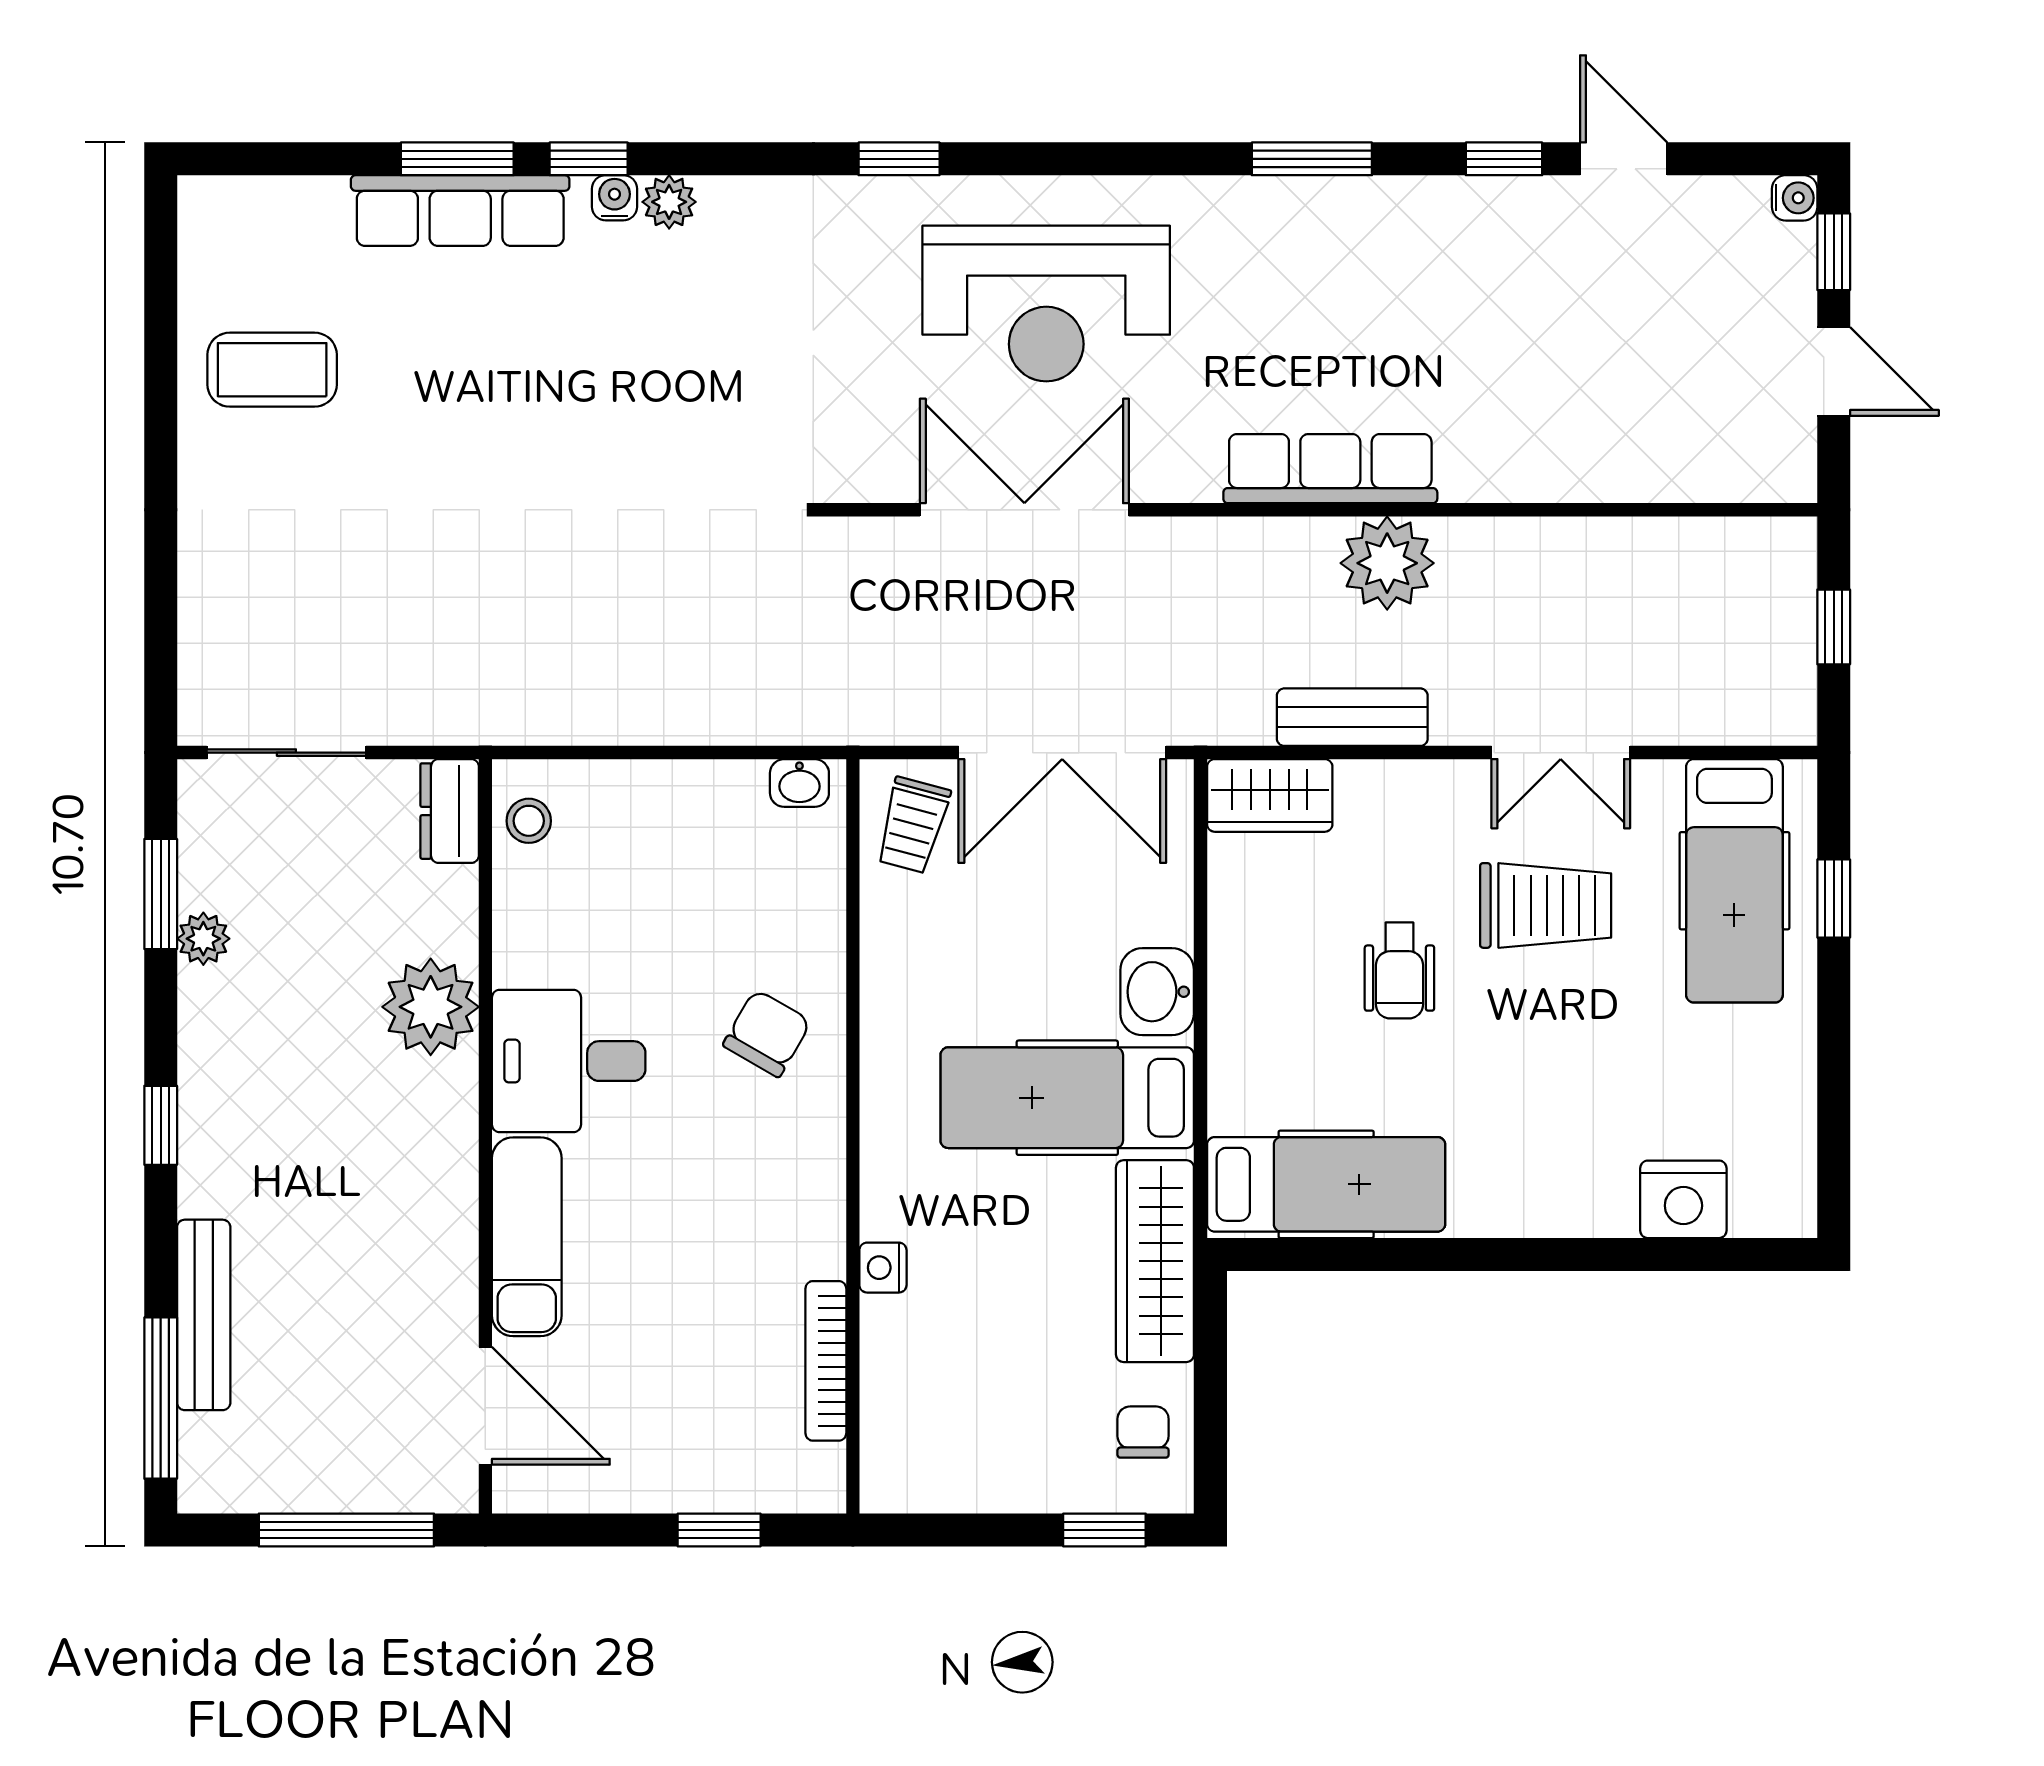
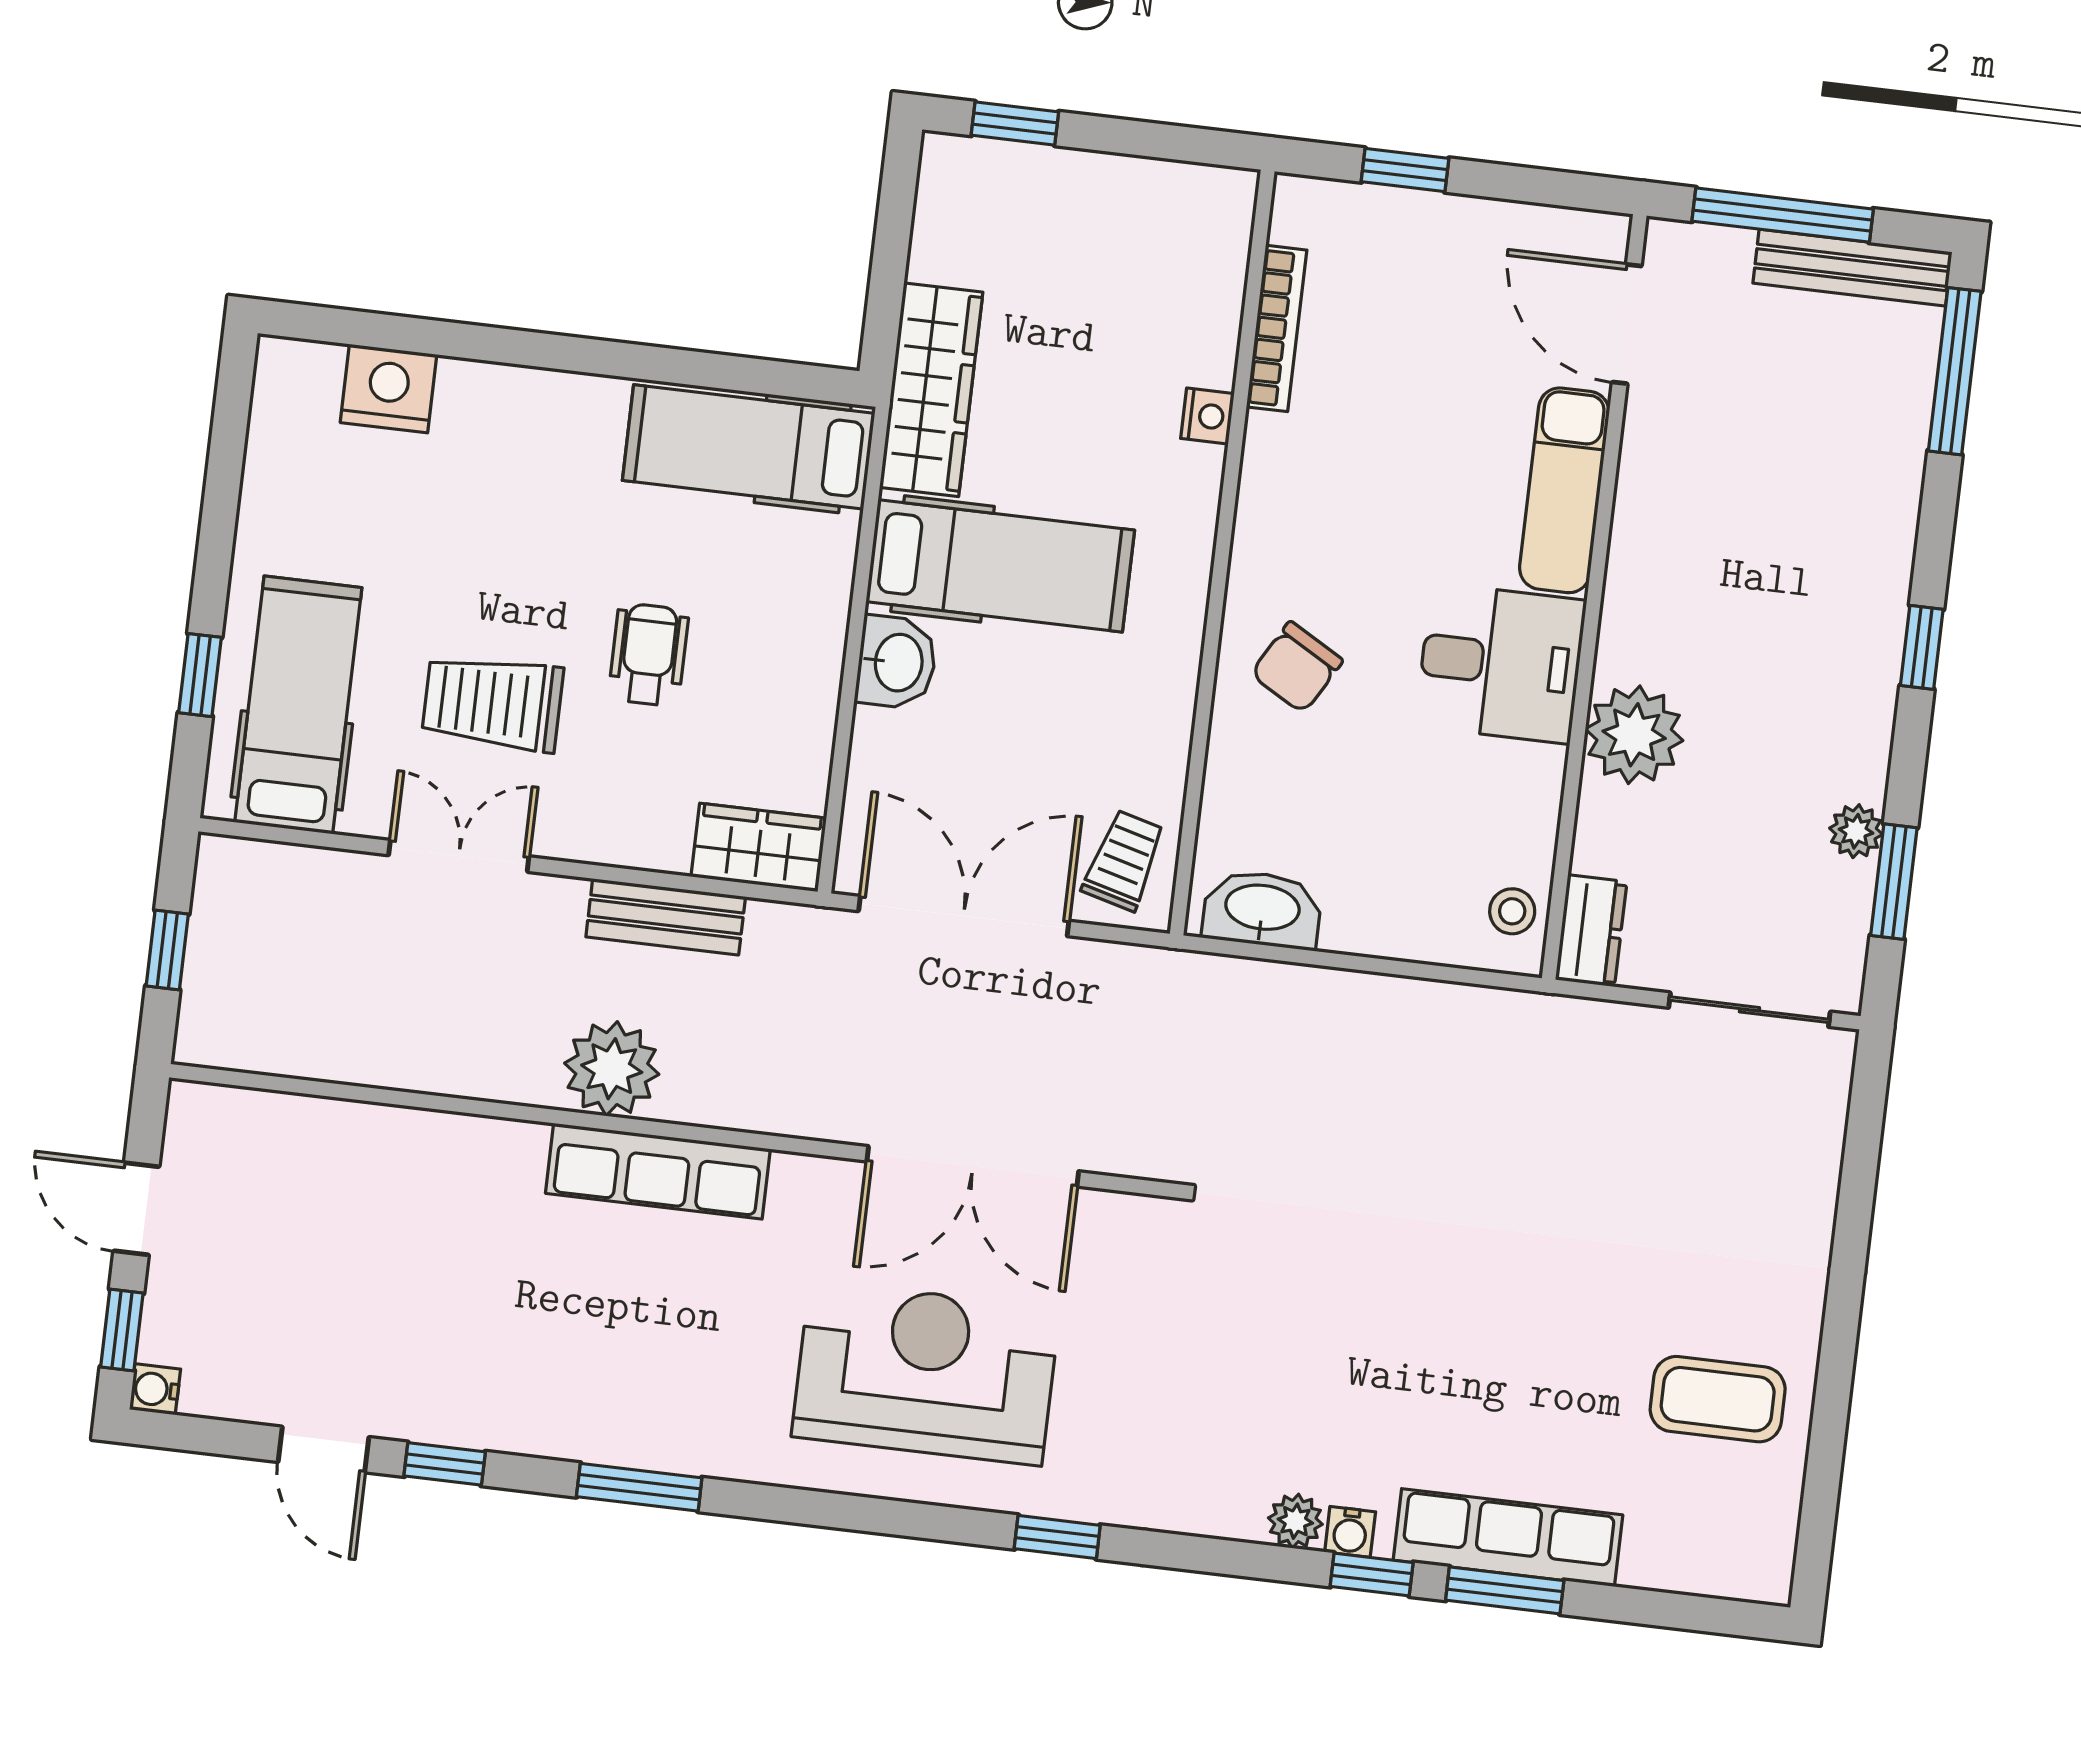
washbasin: (799, 783) -> (1262, 909), width x1.91, depth x1.45
bench: (204, 1315) -> (1852, 268), moved, turned 90
chair: (1143, 1432) -> (964, 218), removed

